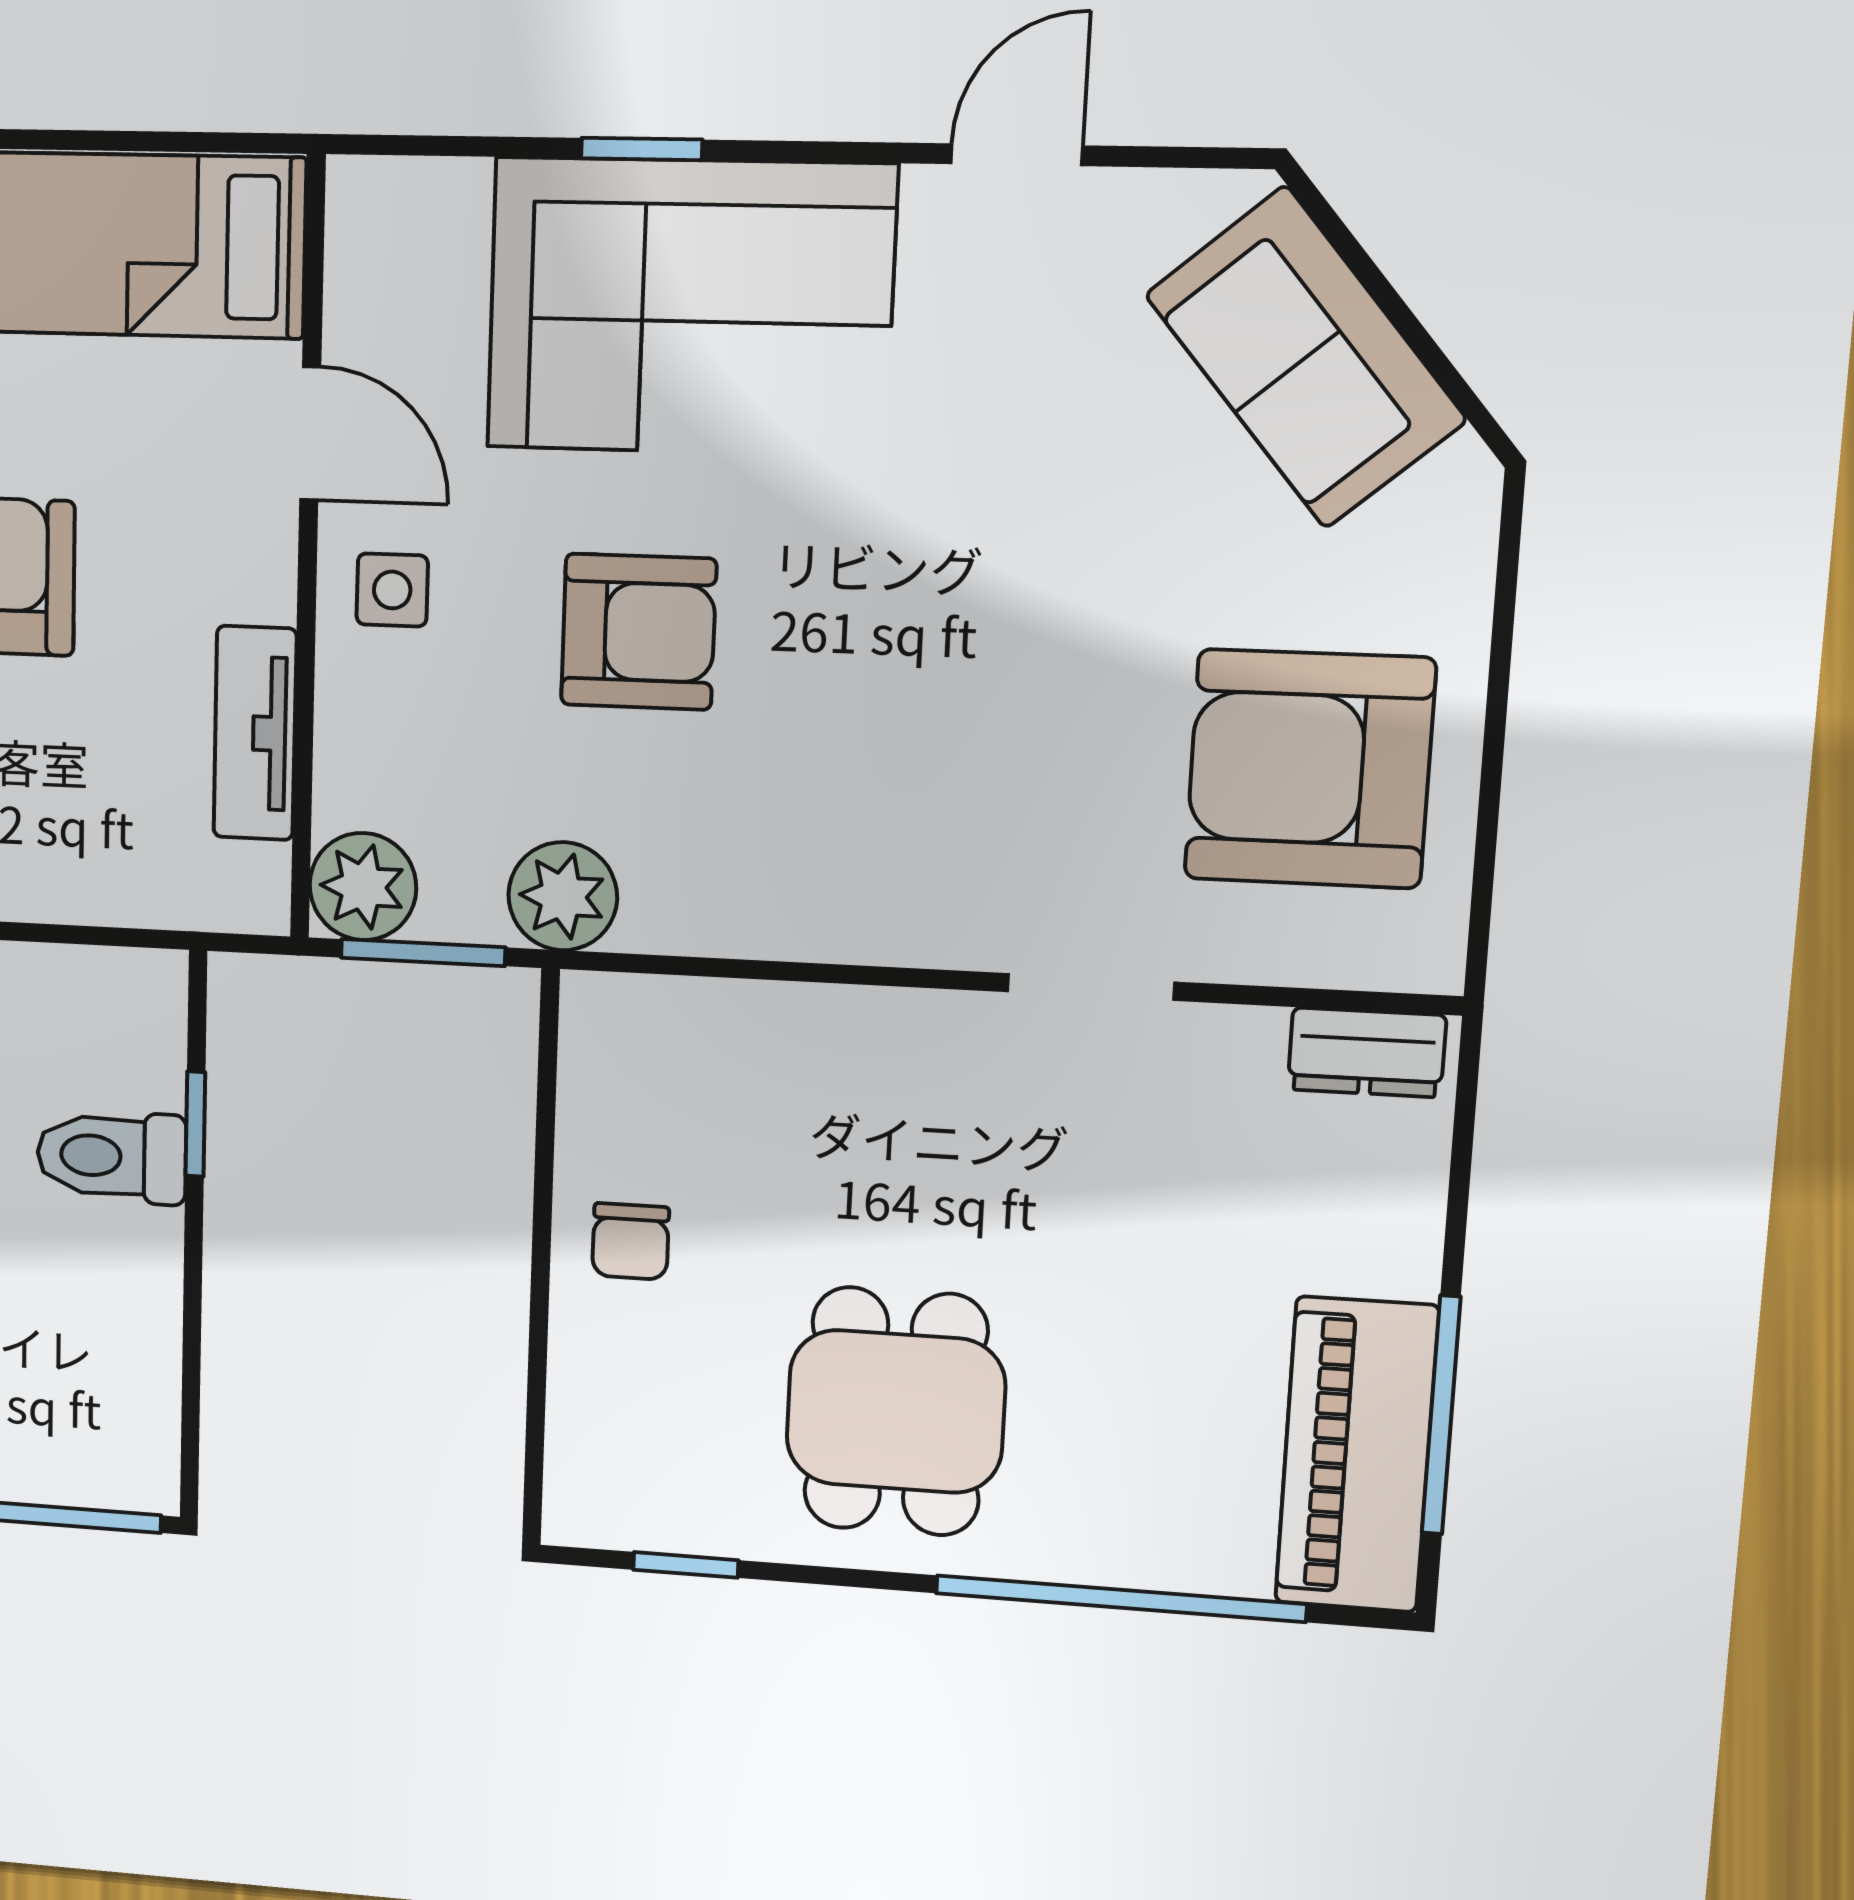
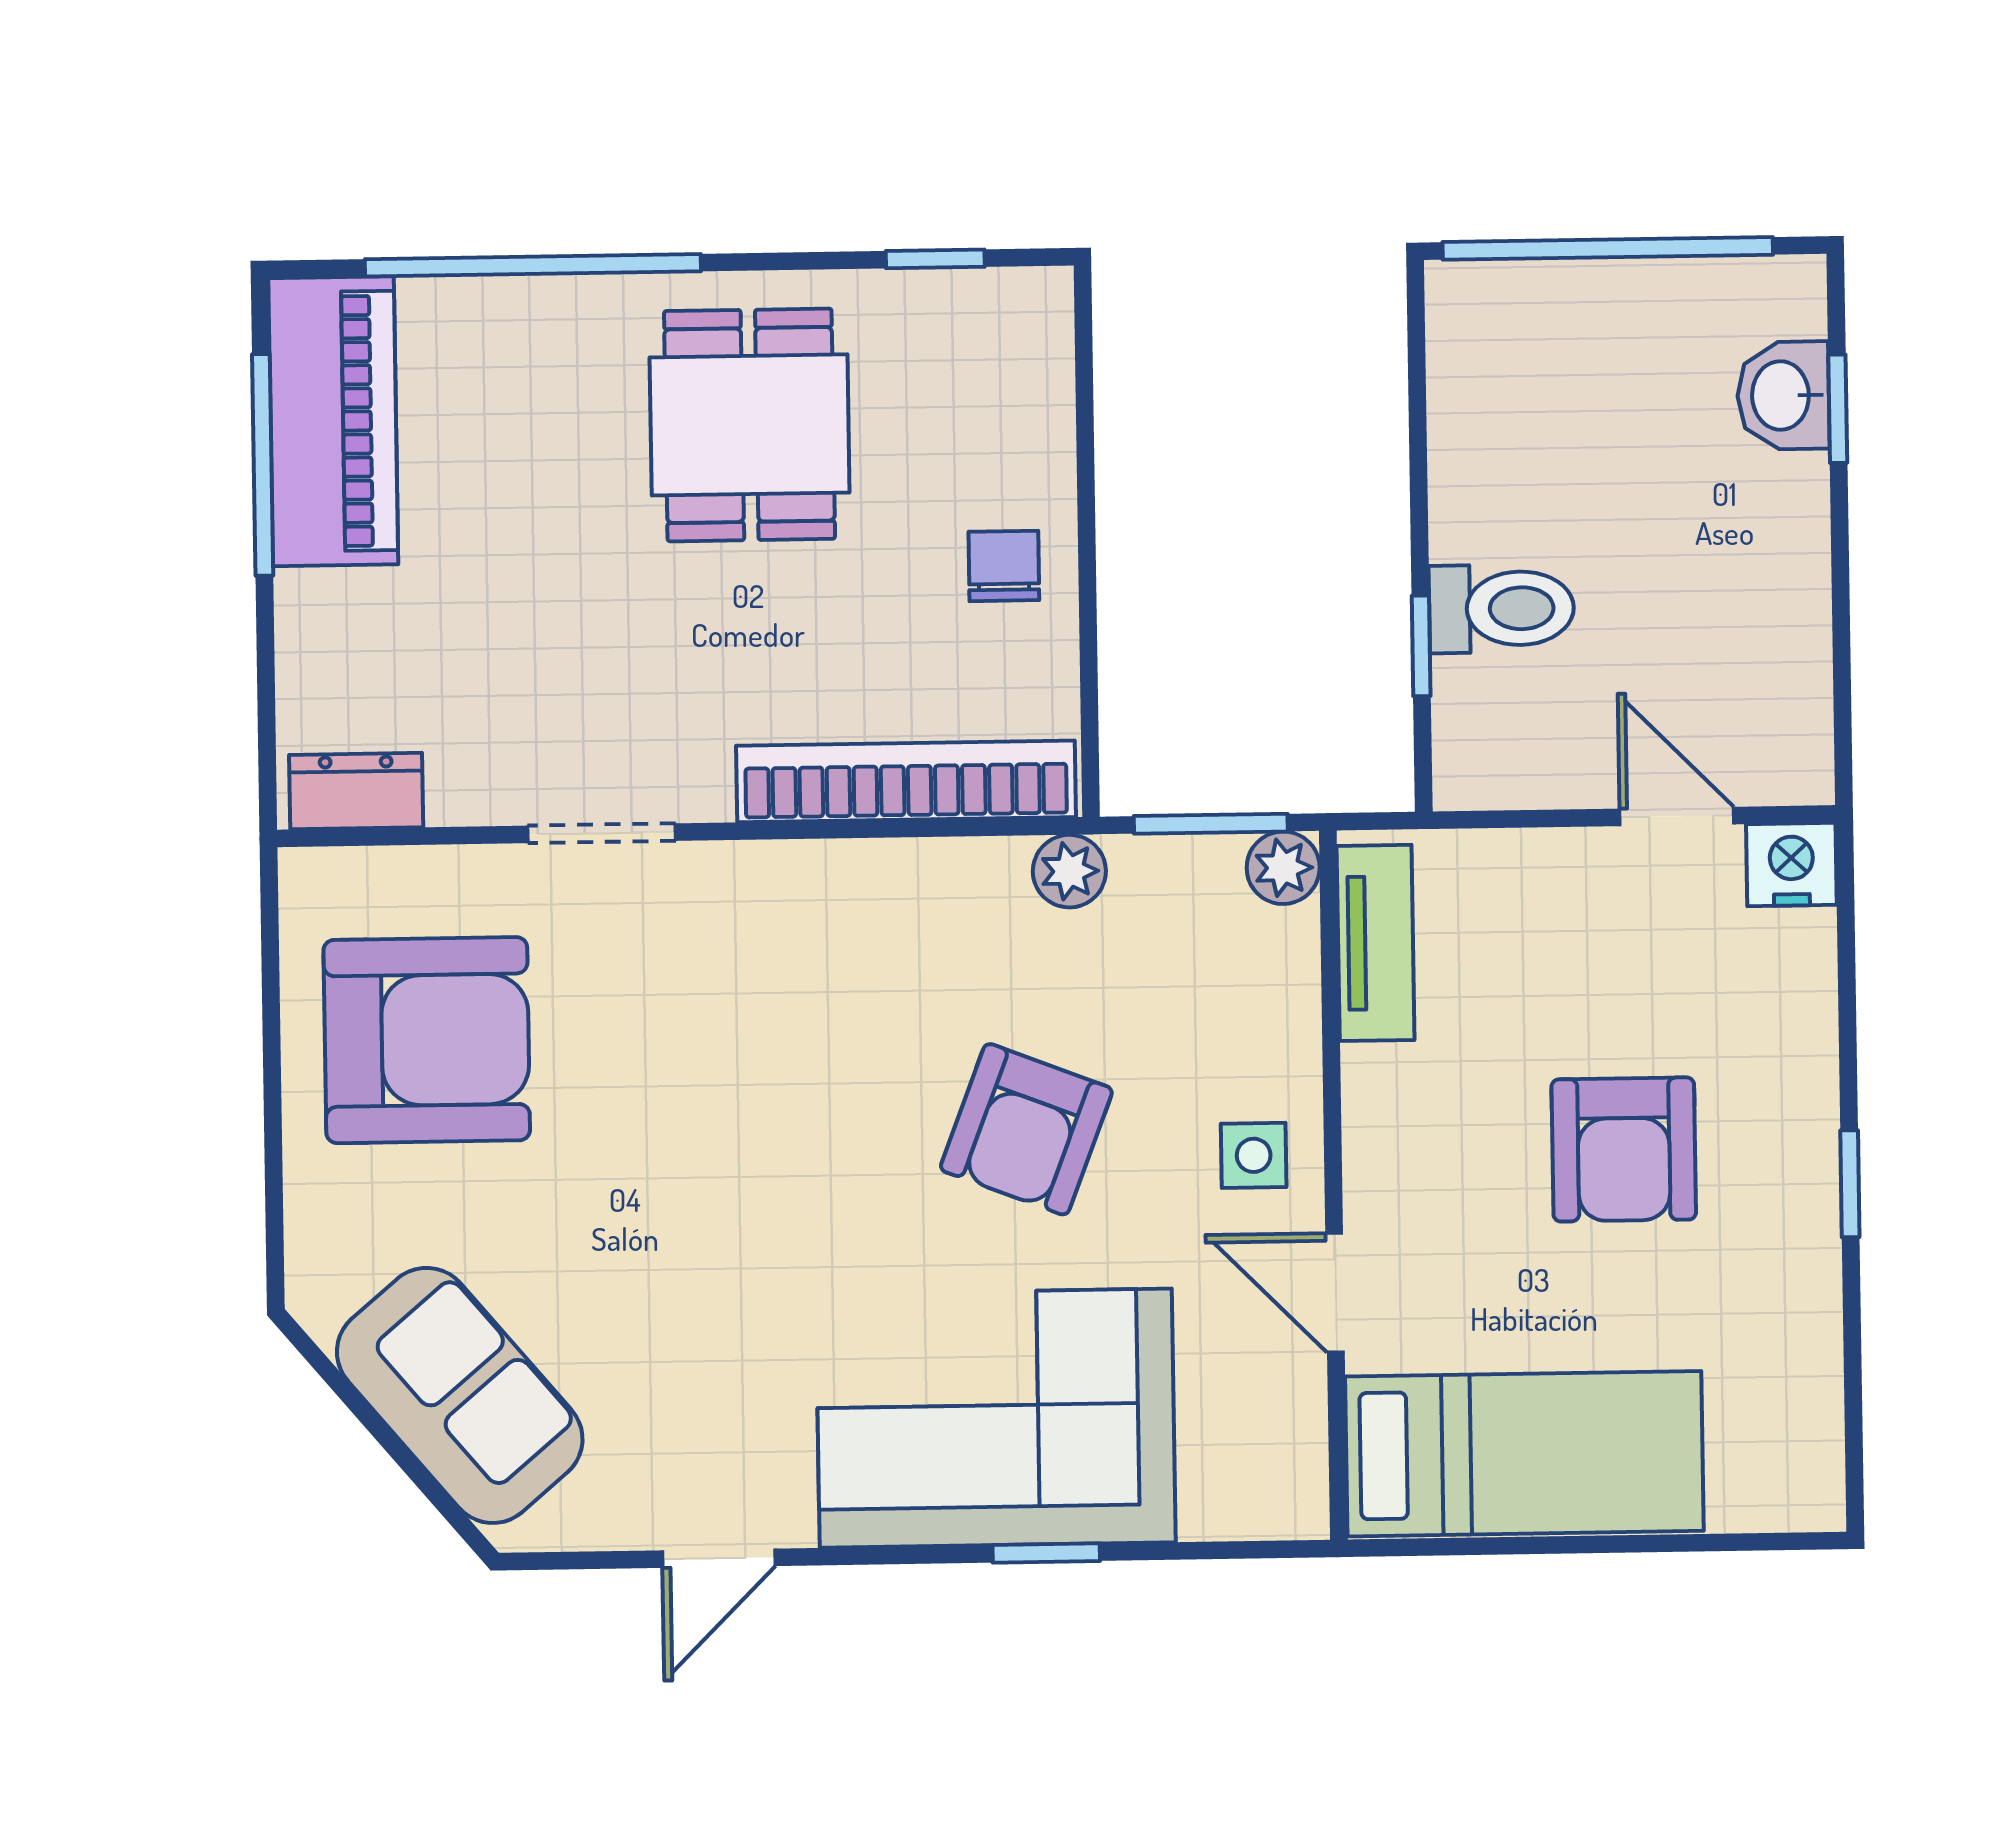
armchair: (639, 632) -> (1026, 1129), turned -69
tv unit: (255, 733) -> (1376, 943), moved
plant: (363, 887) -> (1283, 868), width x0.73, depth x0.73
plant: (563, 896) -> (1069, 871), width x0.73, depth x0.73
bookcase: (749, 1020) -> (906, 781), added

